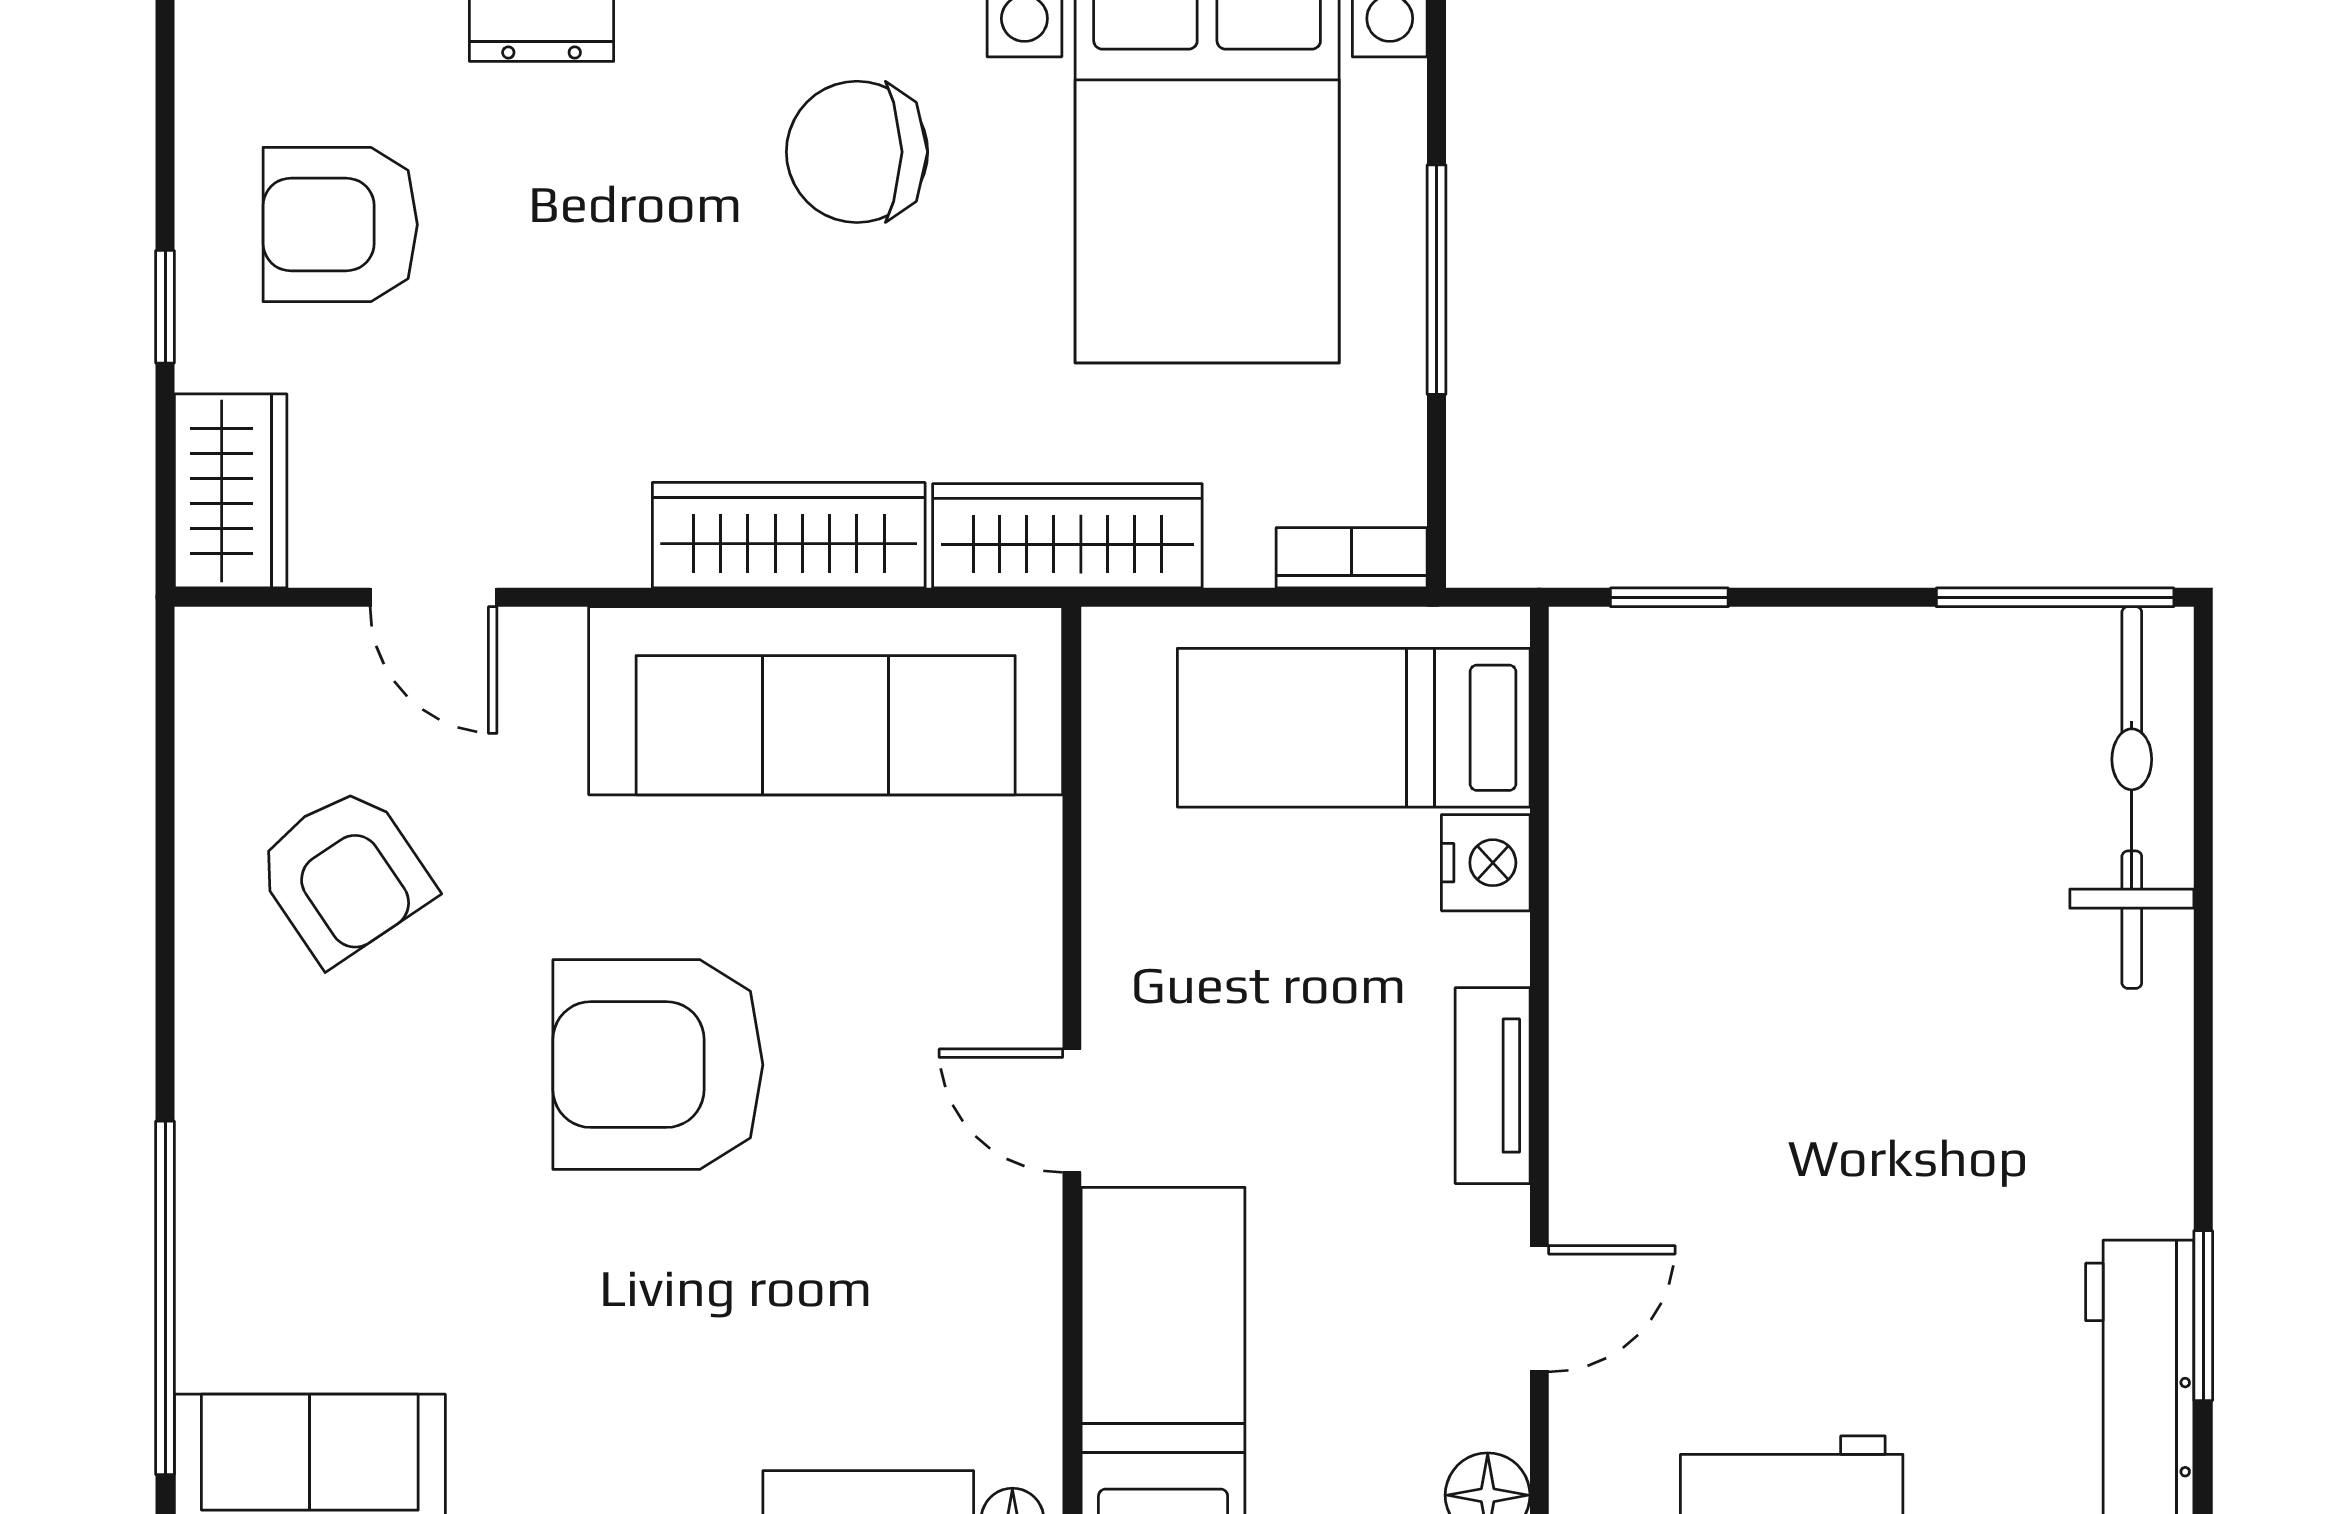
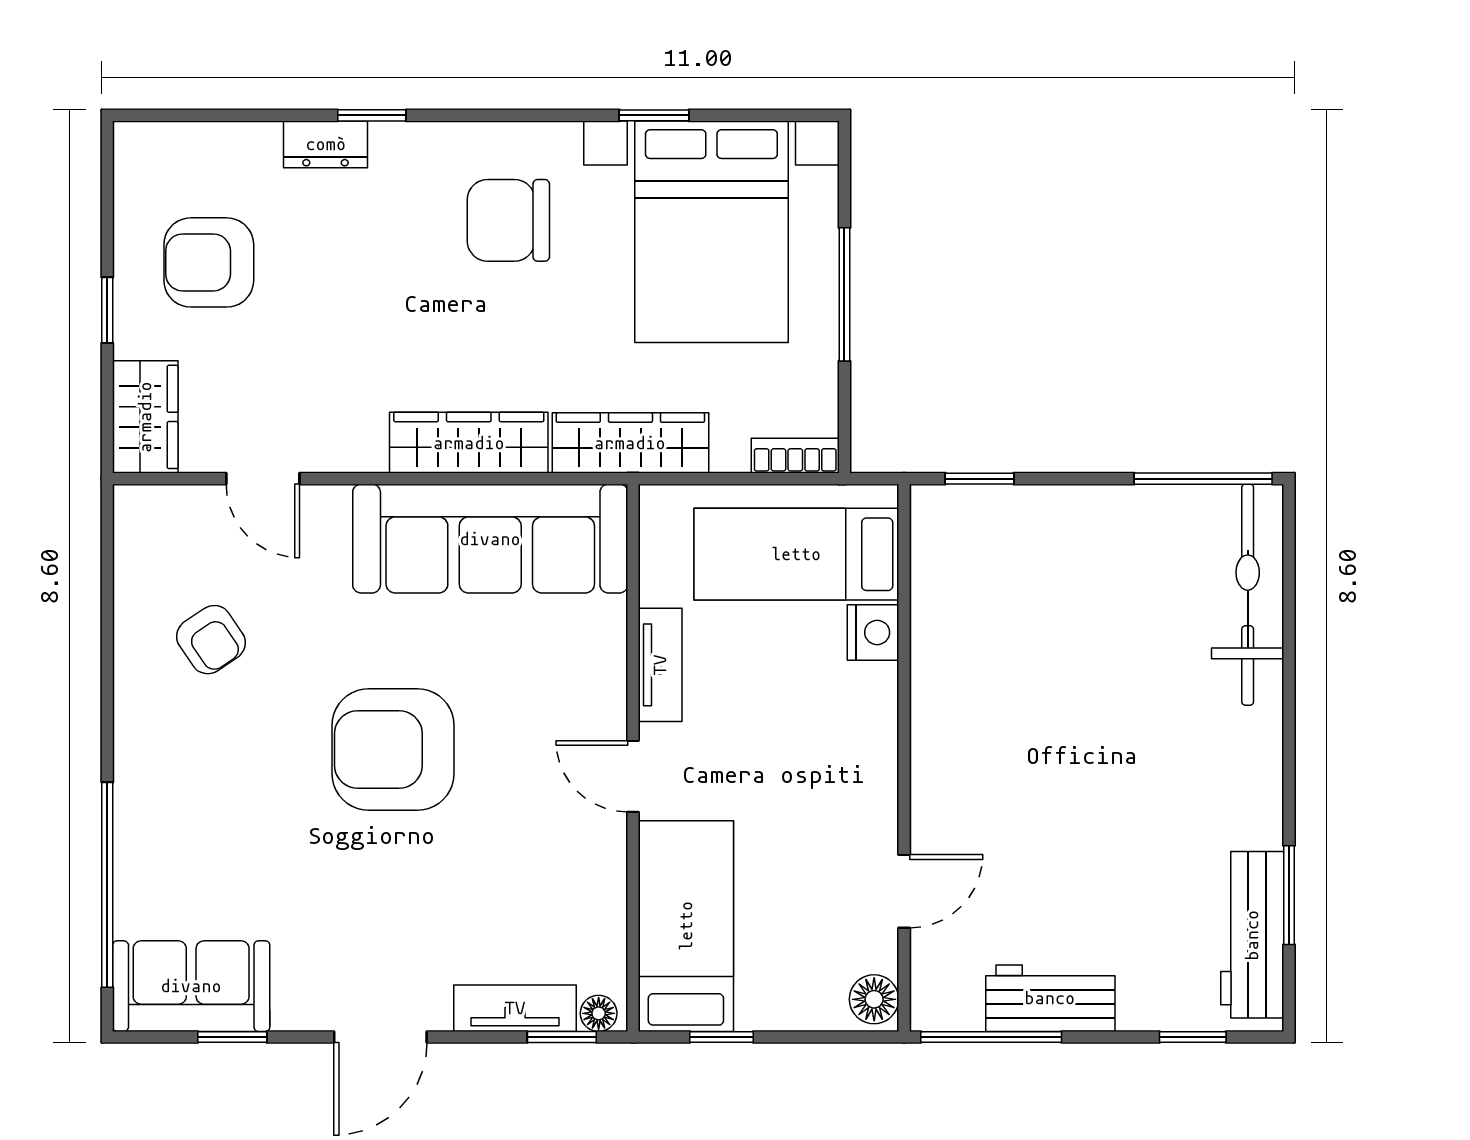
armchair: (344, 875) -> (211, 640), width x0.72, depth x0.72
tv unit: (1493, 1086) -> (660, 665), moved, turned 180

